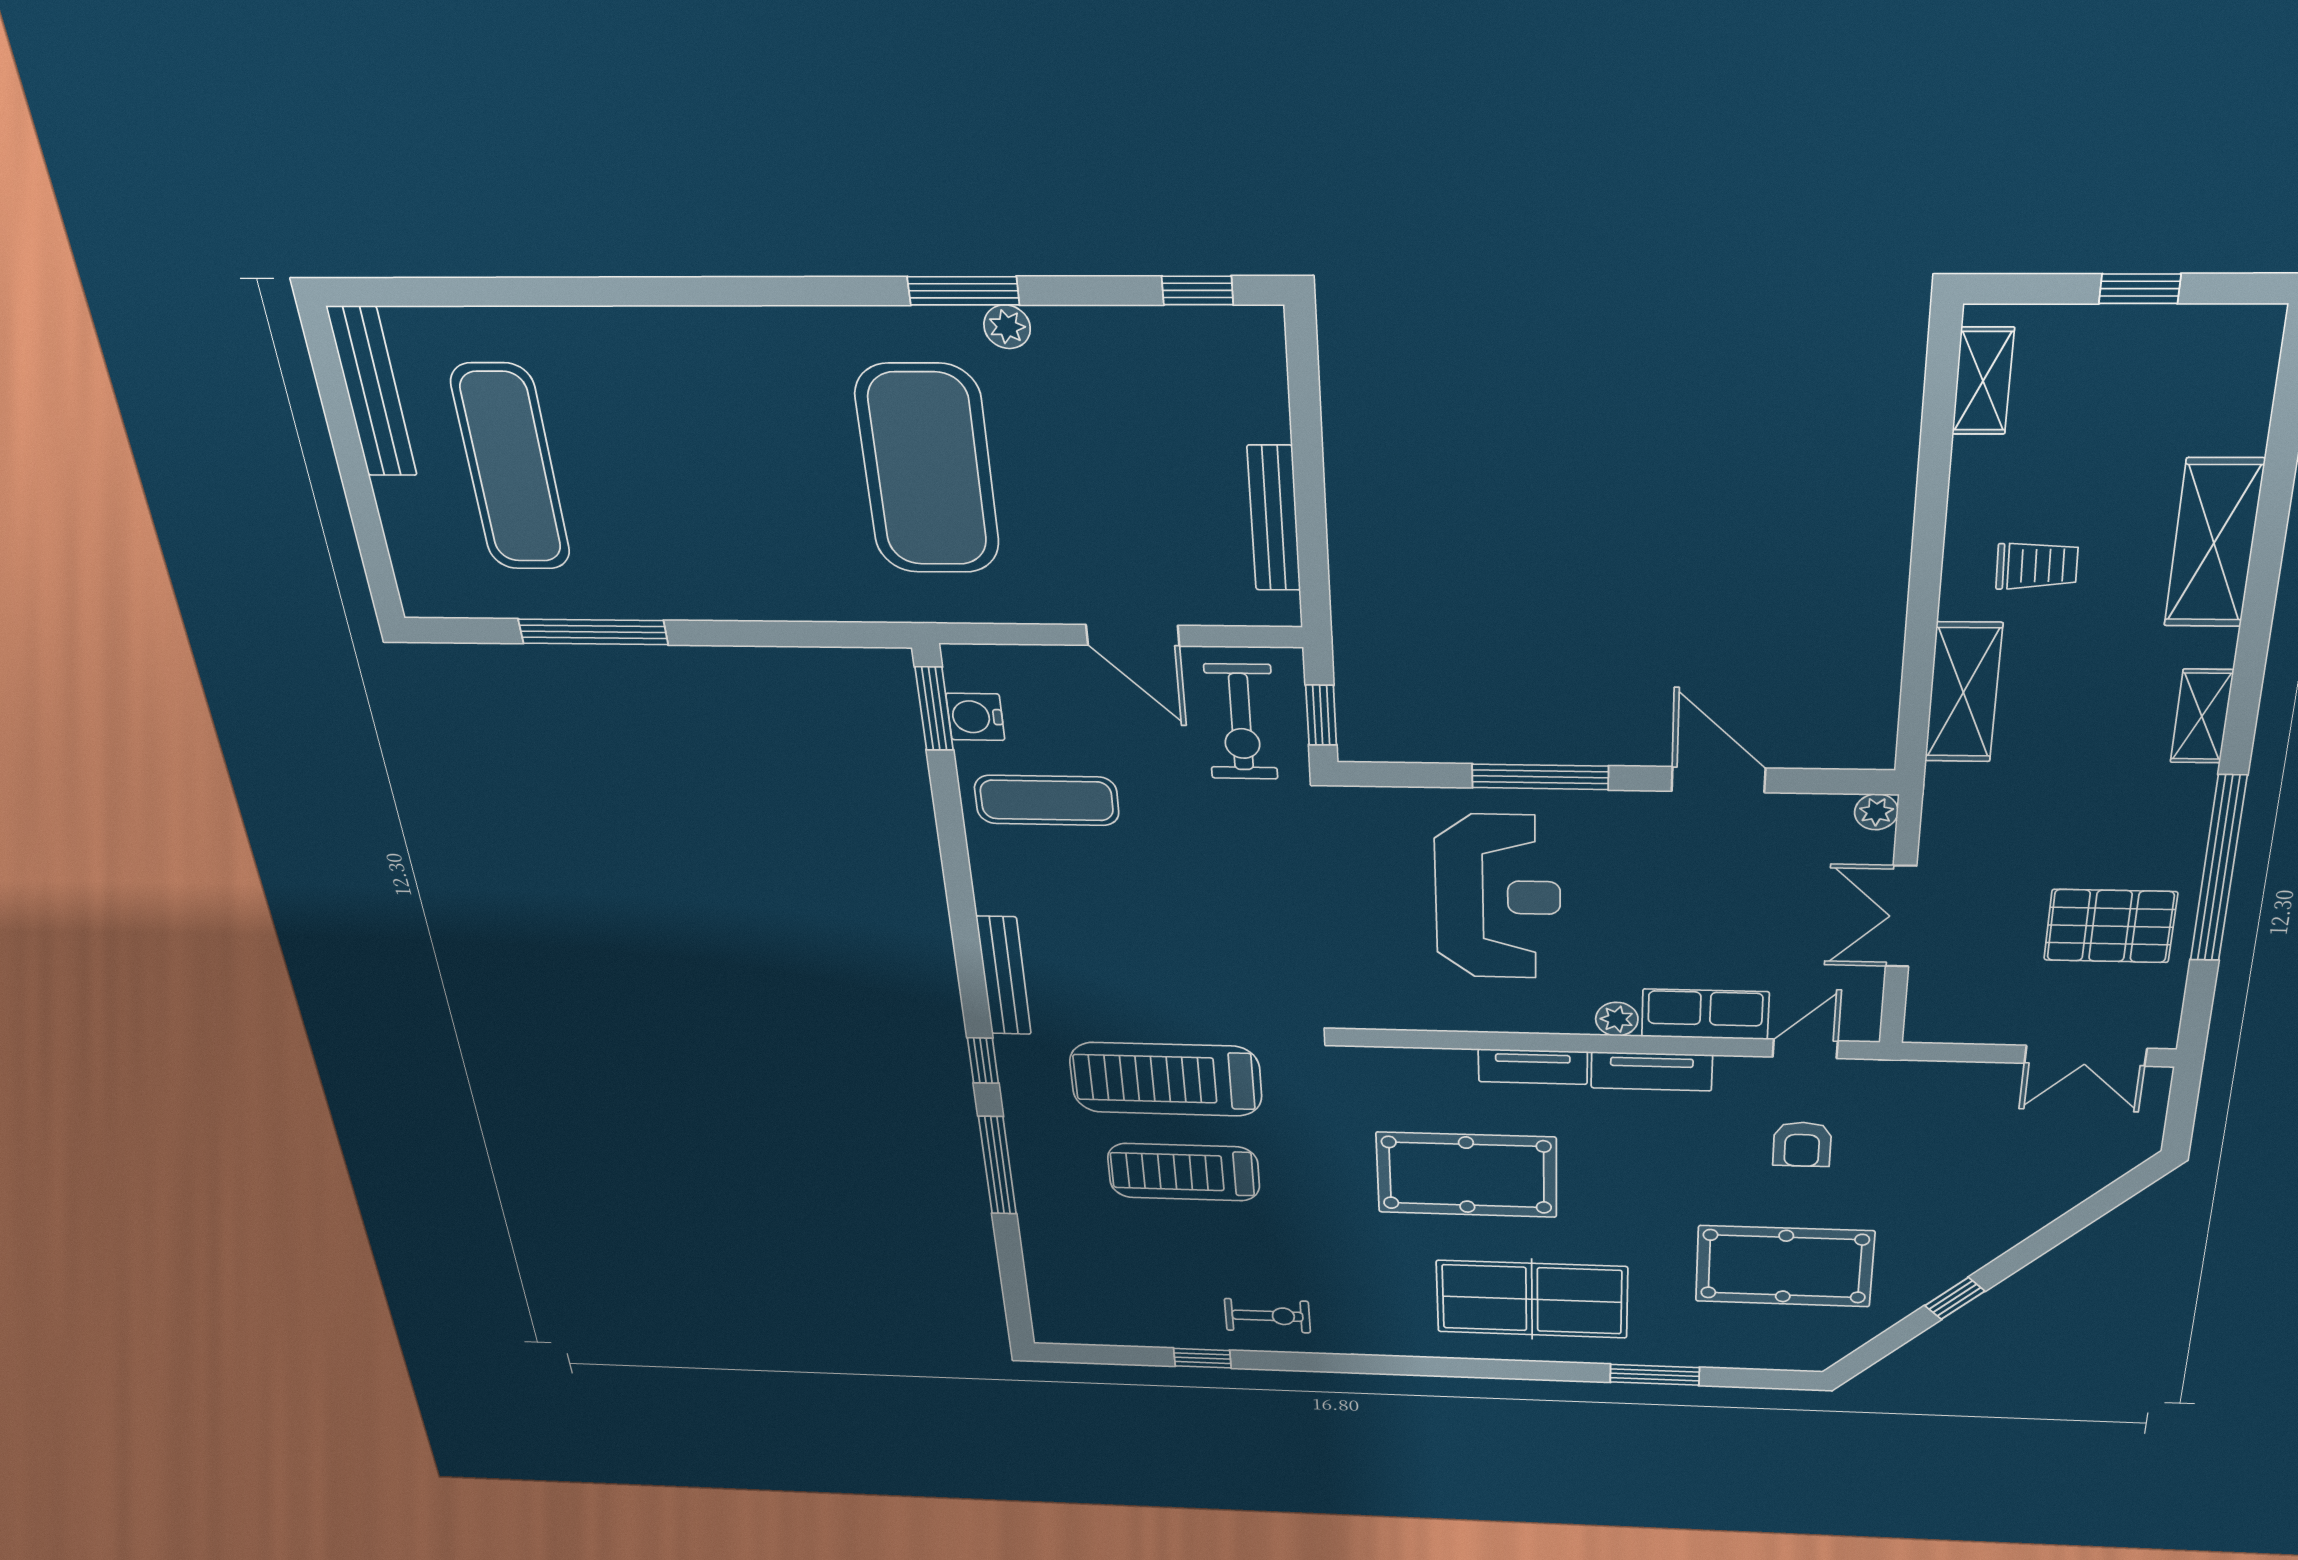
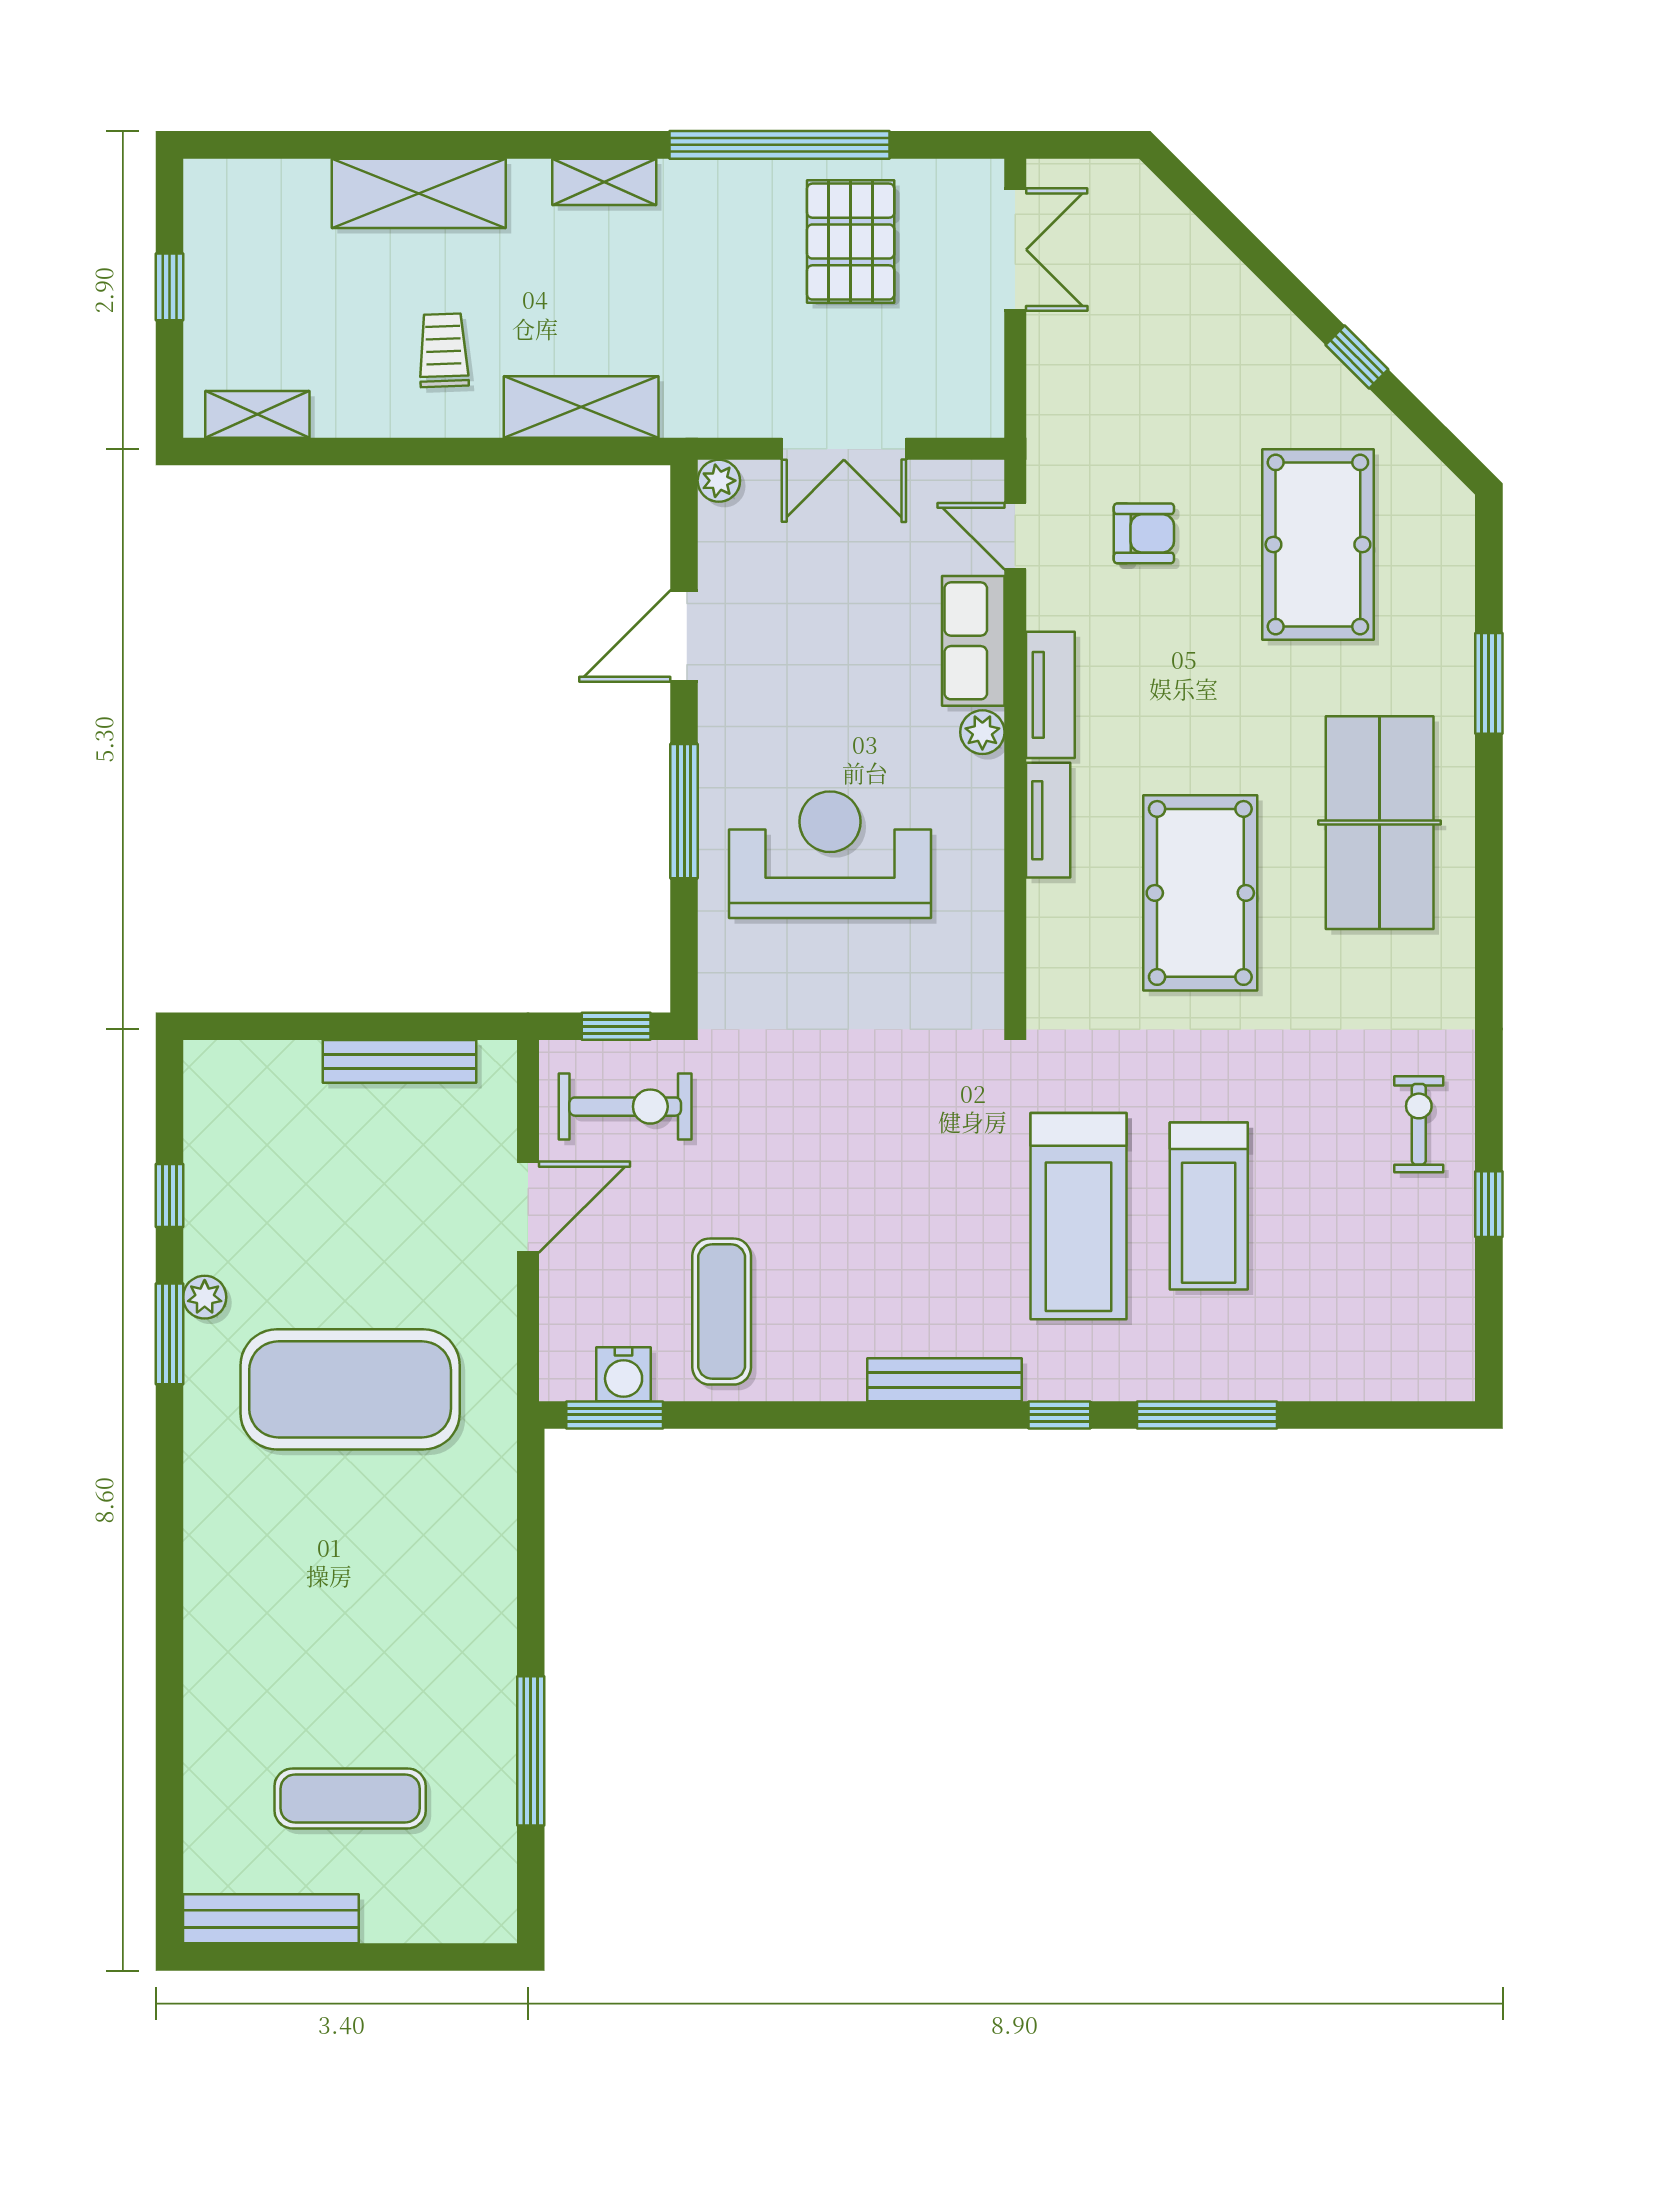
window: (1198, 290) -> (169, 1196), moved
exercise mat: (511, 468) -> (350, 1798), width x0.73, depth x0.69

